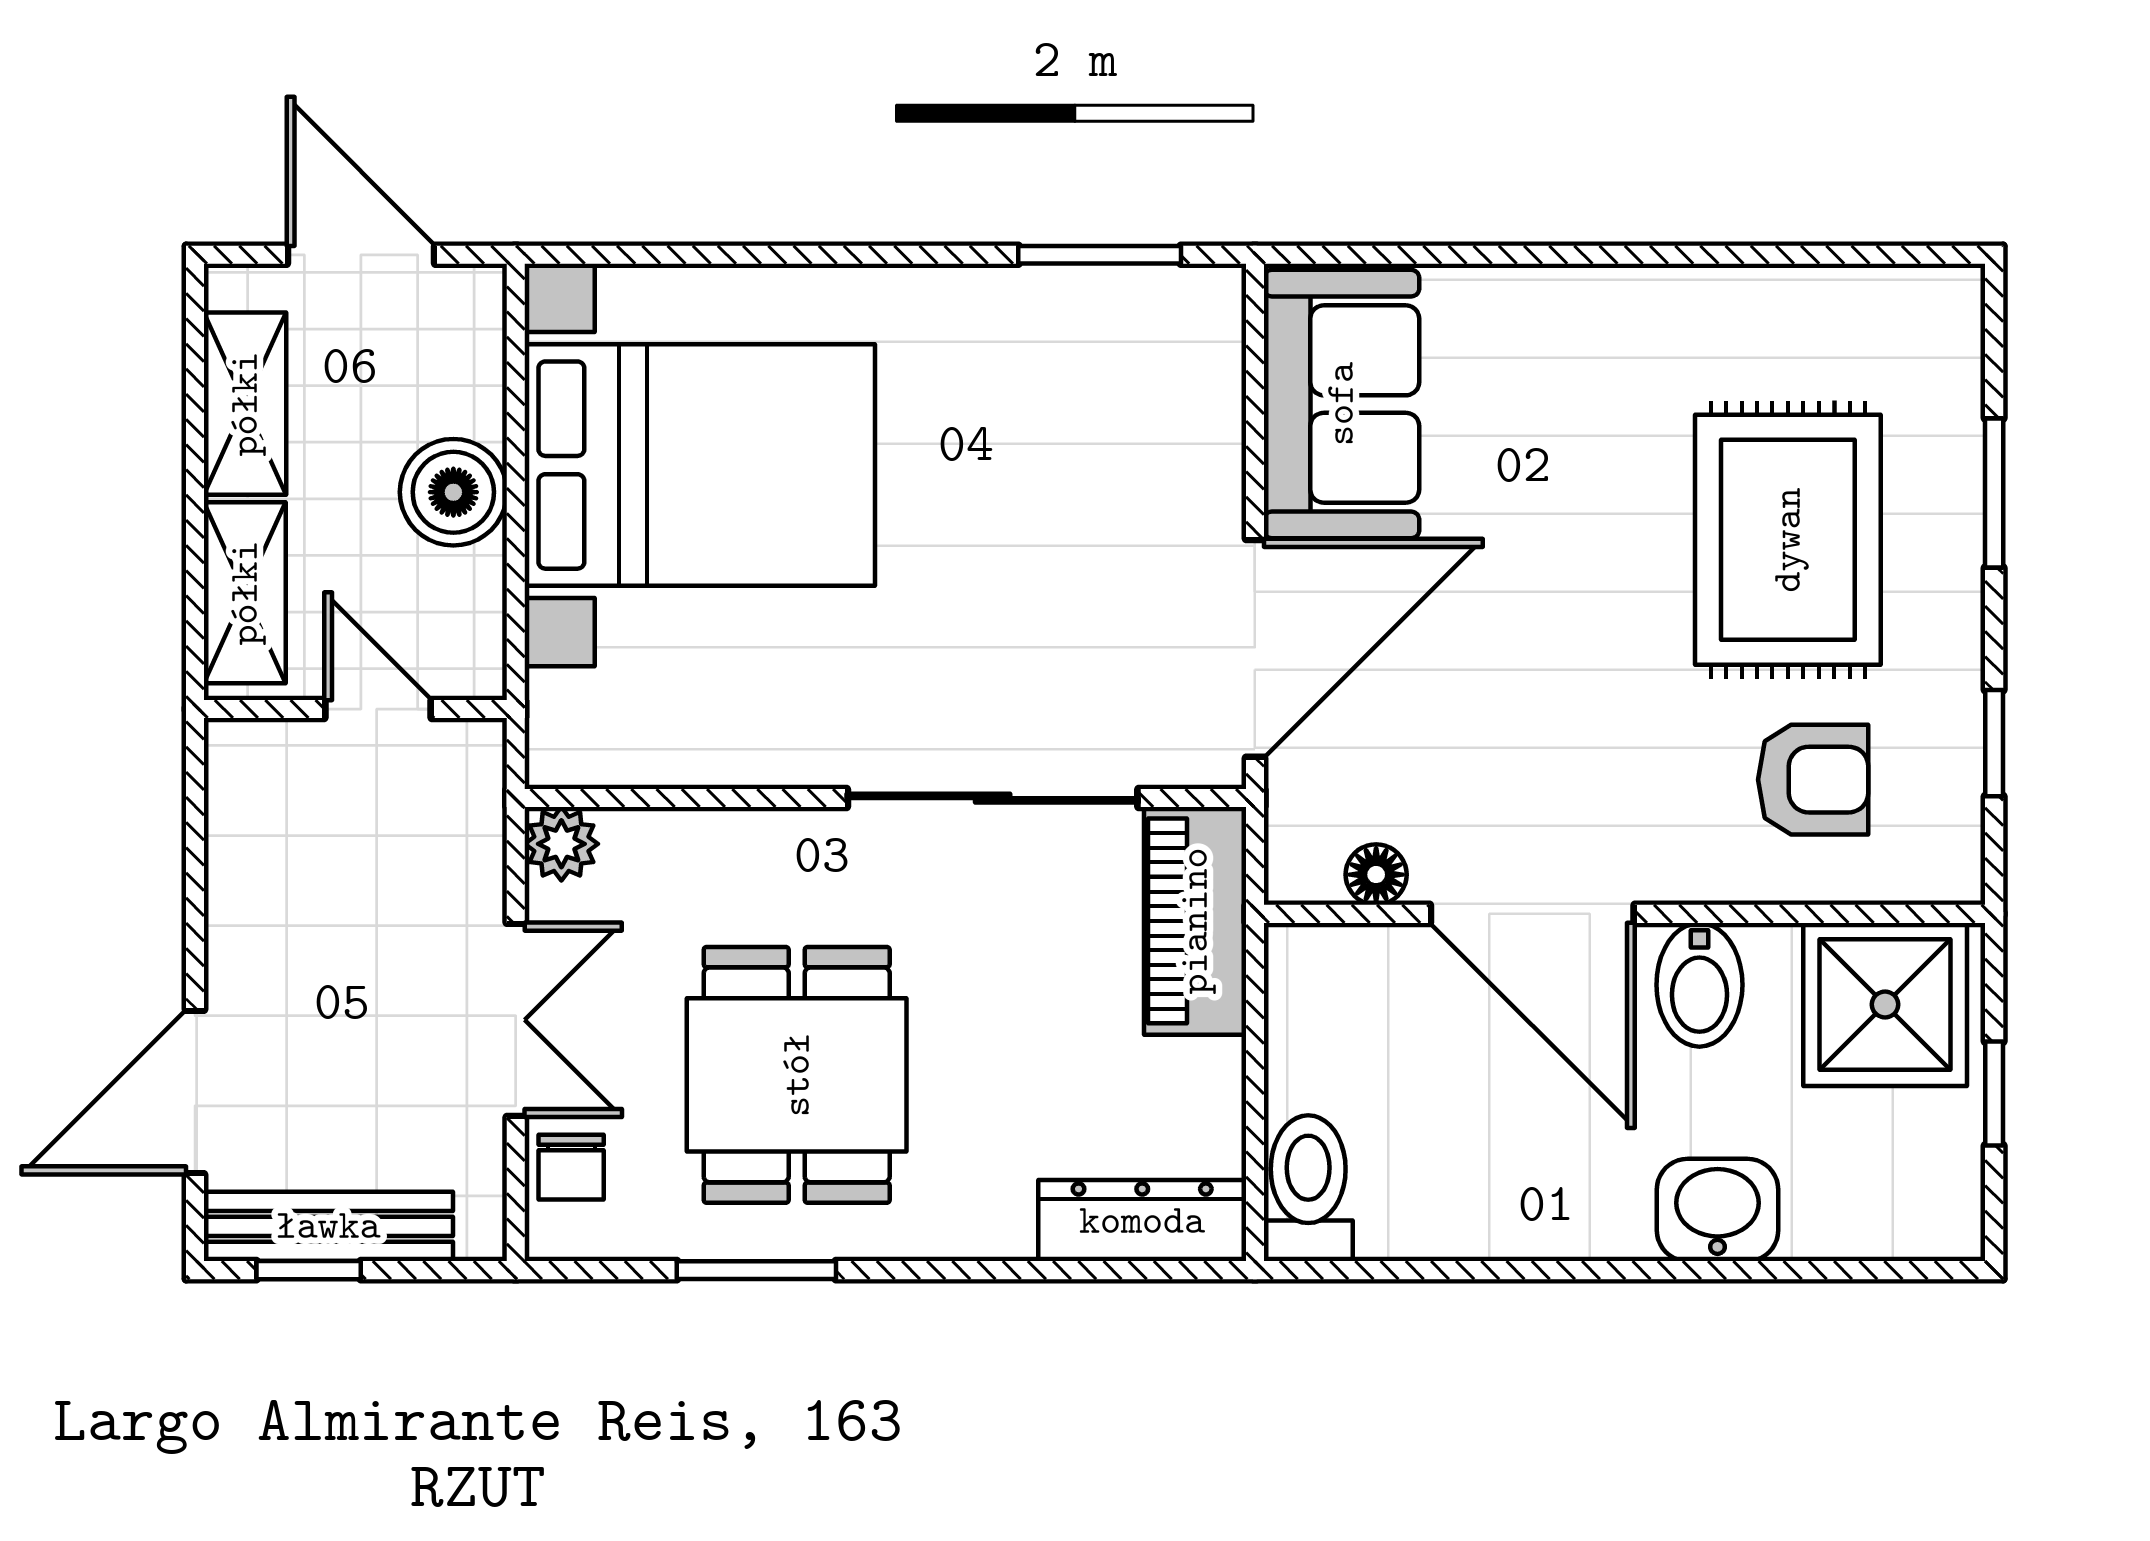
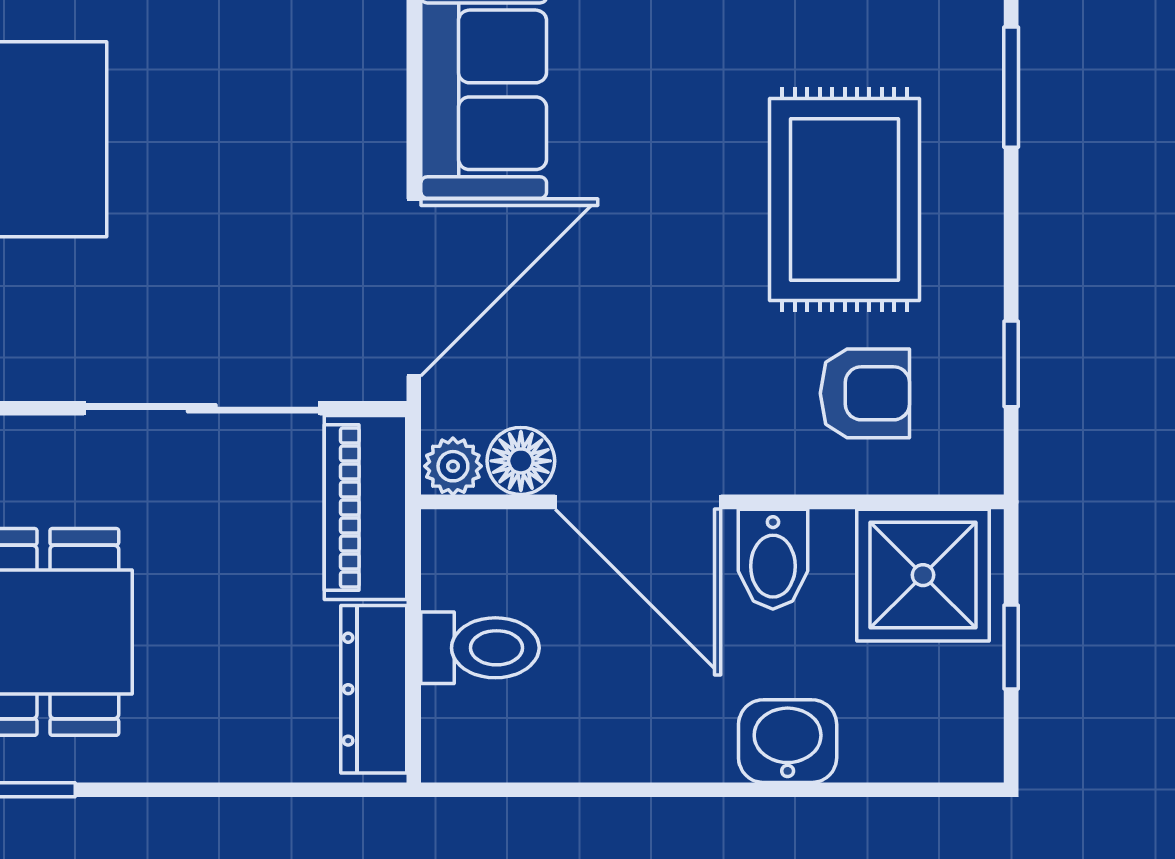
window: (1994, 493) -> (1011, 87), moved
plant: (1303, 870) -> (453, 466), added
floor lamp: (1376, 875) -> (521, 461), width x1.37, depth x1.37
toilet: (1308, 1188) -> (480, 648), moved, turned 90
dresser: (1142, 1221) -> (374, 689), moved, turned -90

